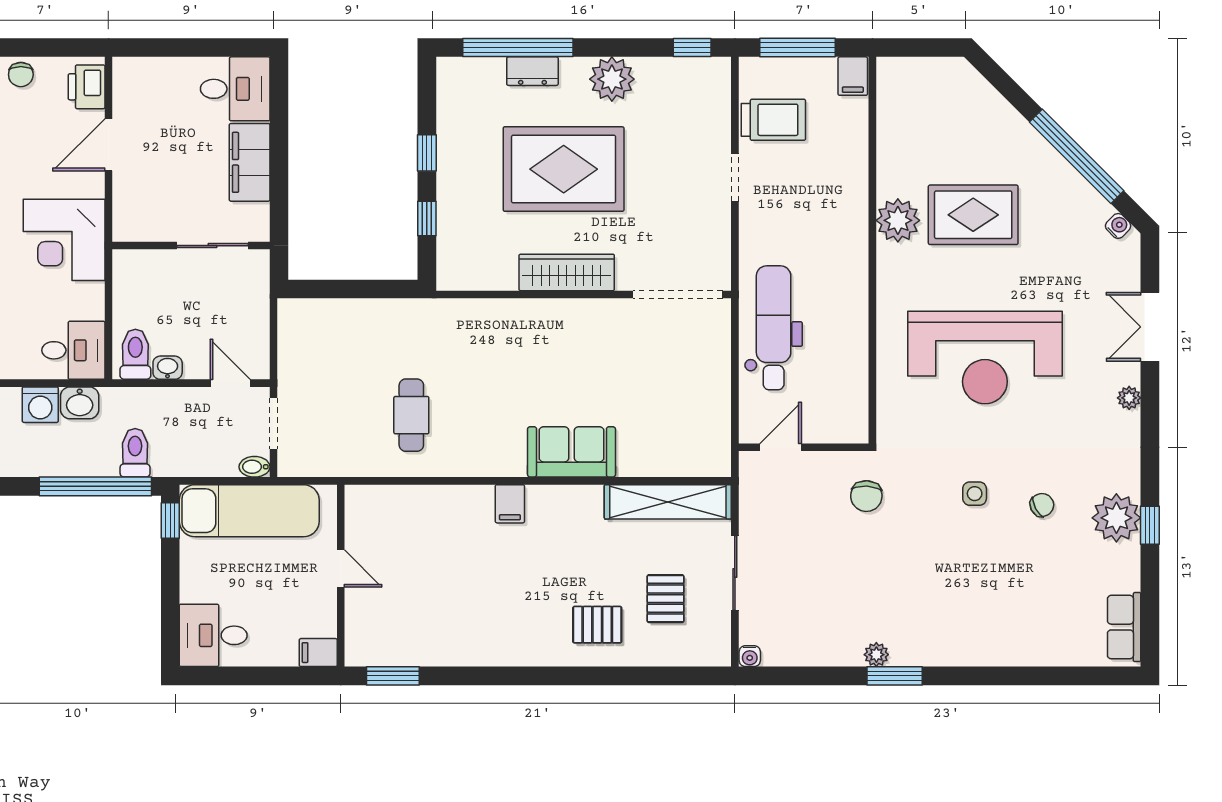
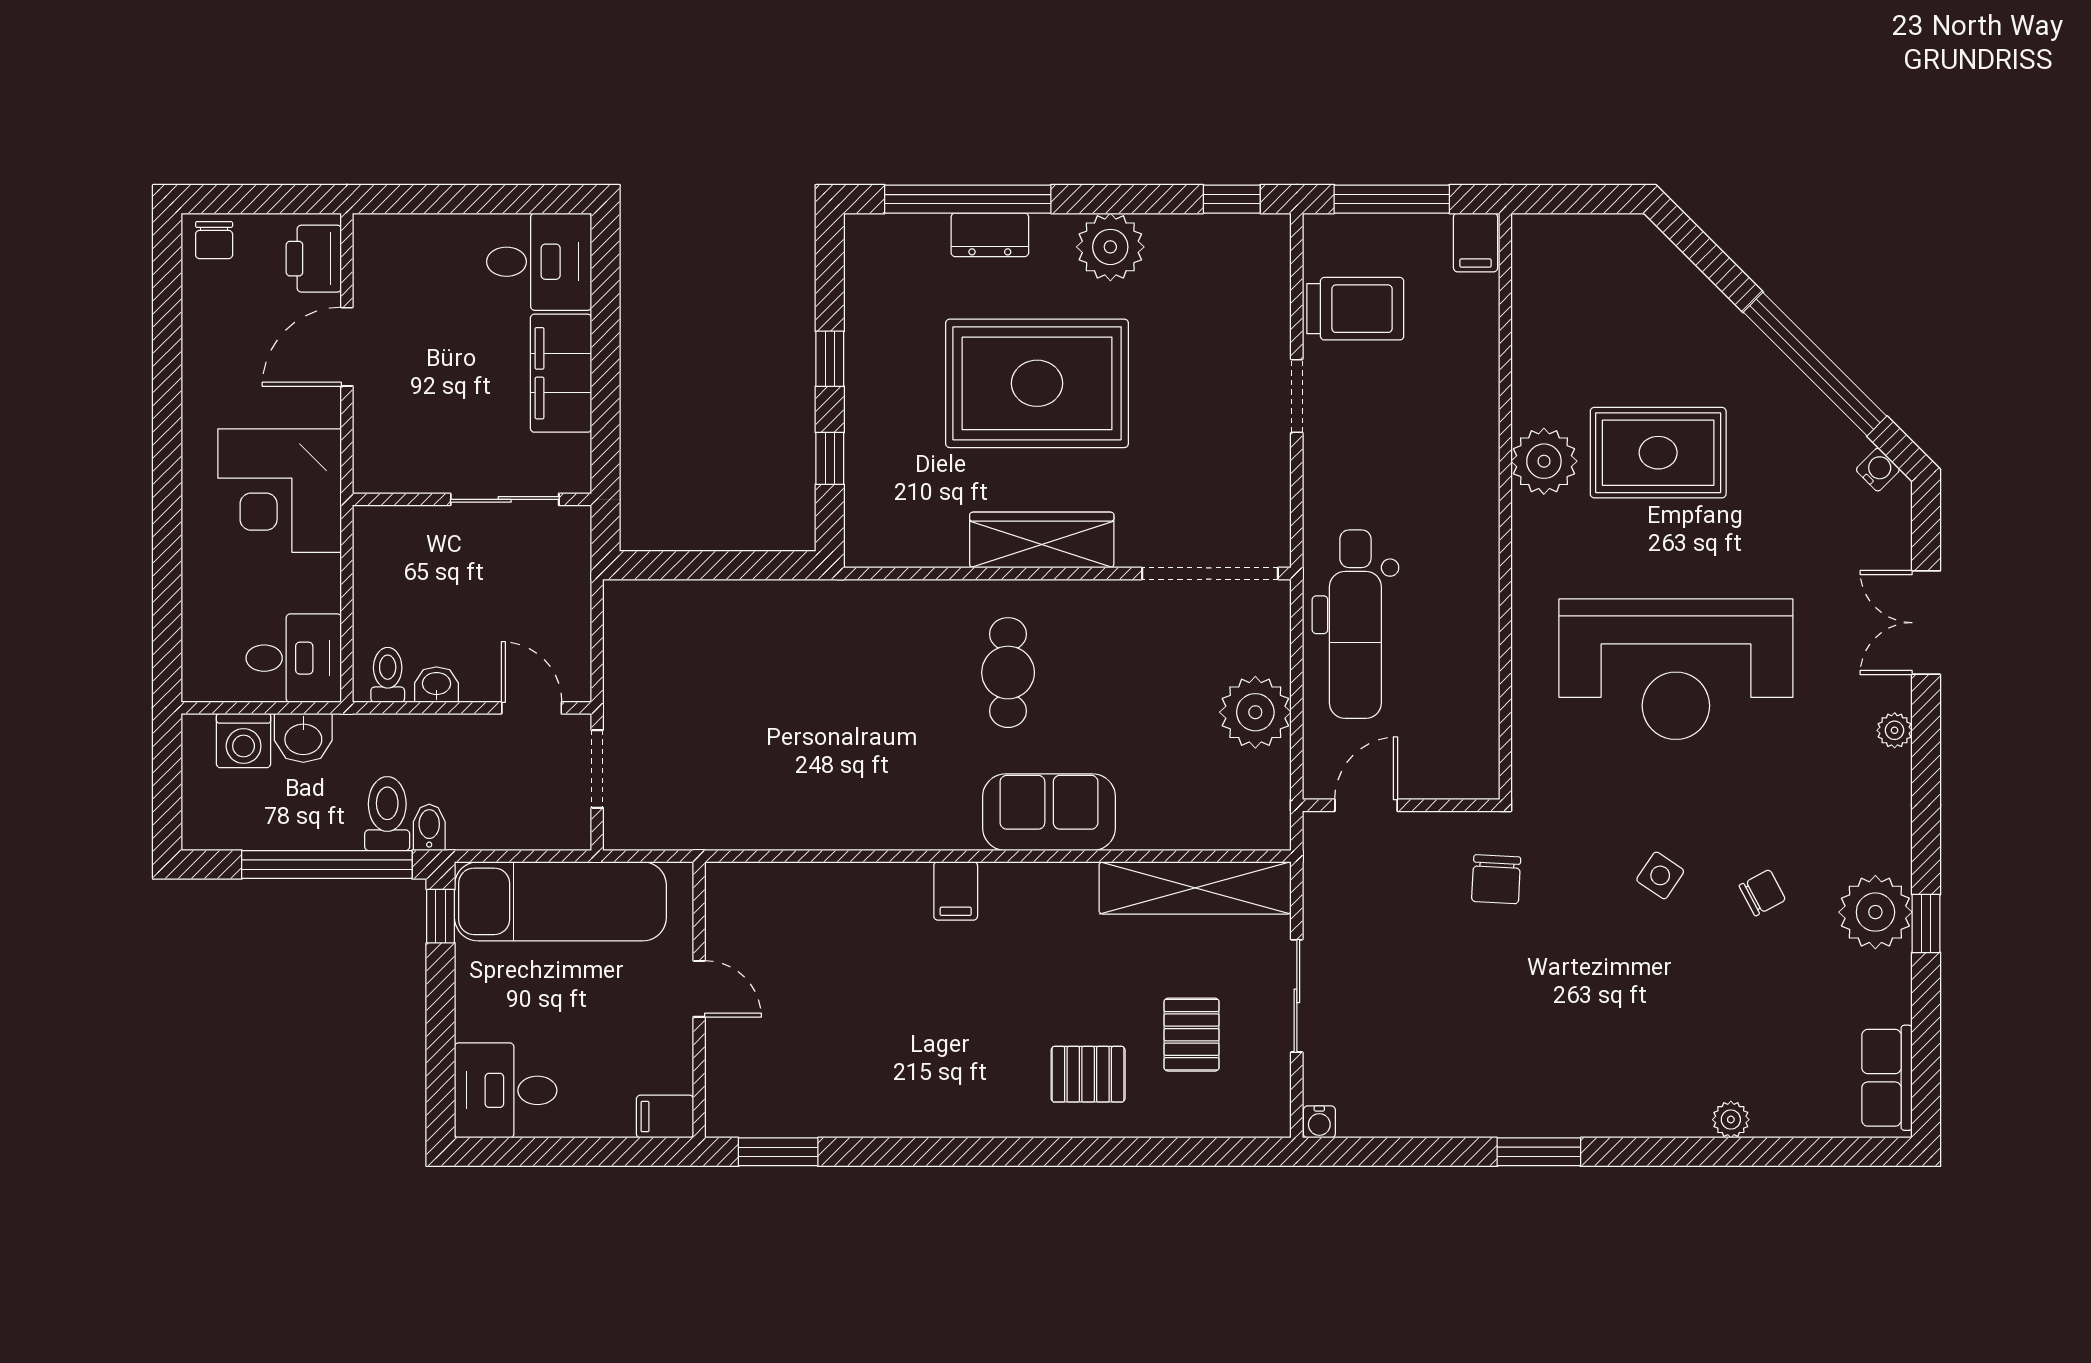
dental chair: (774, 328) -> (1355, 624), turned 180
toilet: (135, 354) -> (388, 675), width x0.73, depth x0.72
plant: (708, 386) -> (1255, 712), added
cafe table: (411, 415) -> (1008, 673), moved
bidet: (254, 467) -> (429, 827), moved, turned 90
side table: (975, 494) -> (1660, 875), turned 34
plant: (876, 655) -> (1731, 1120), moved

